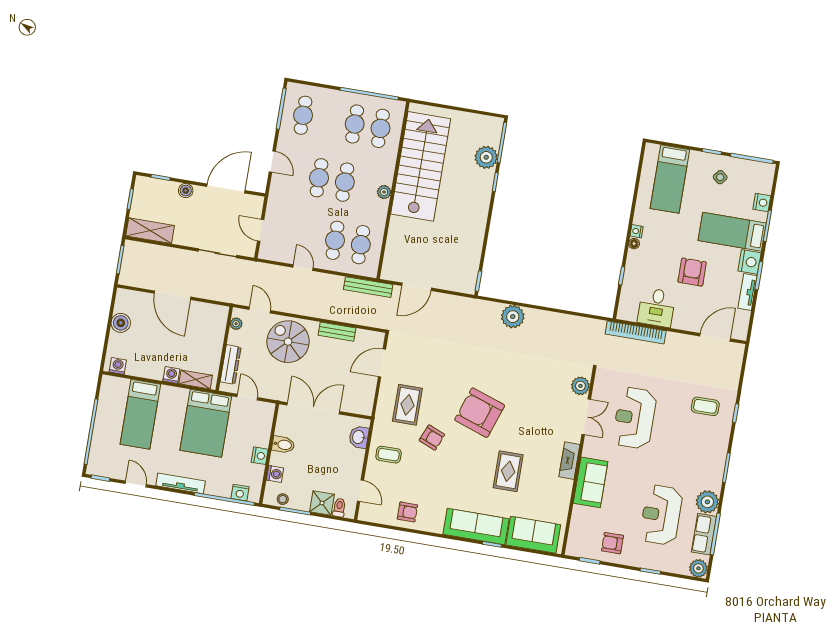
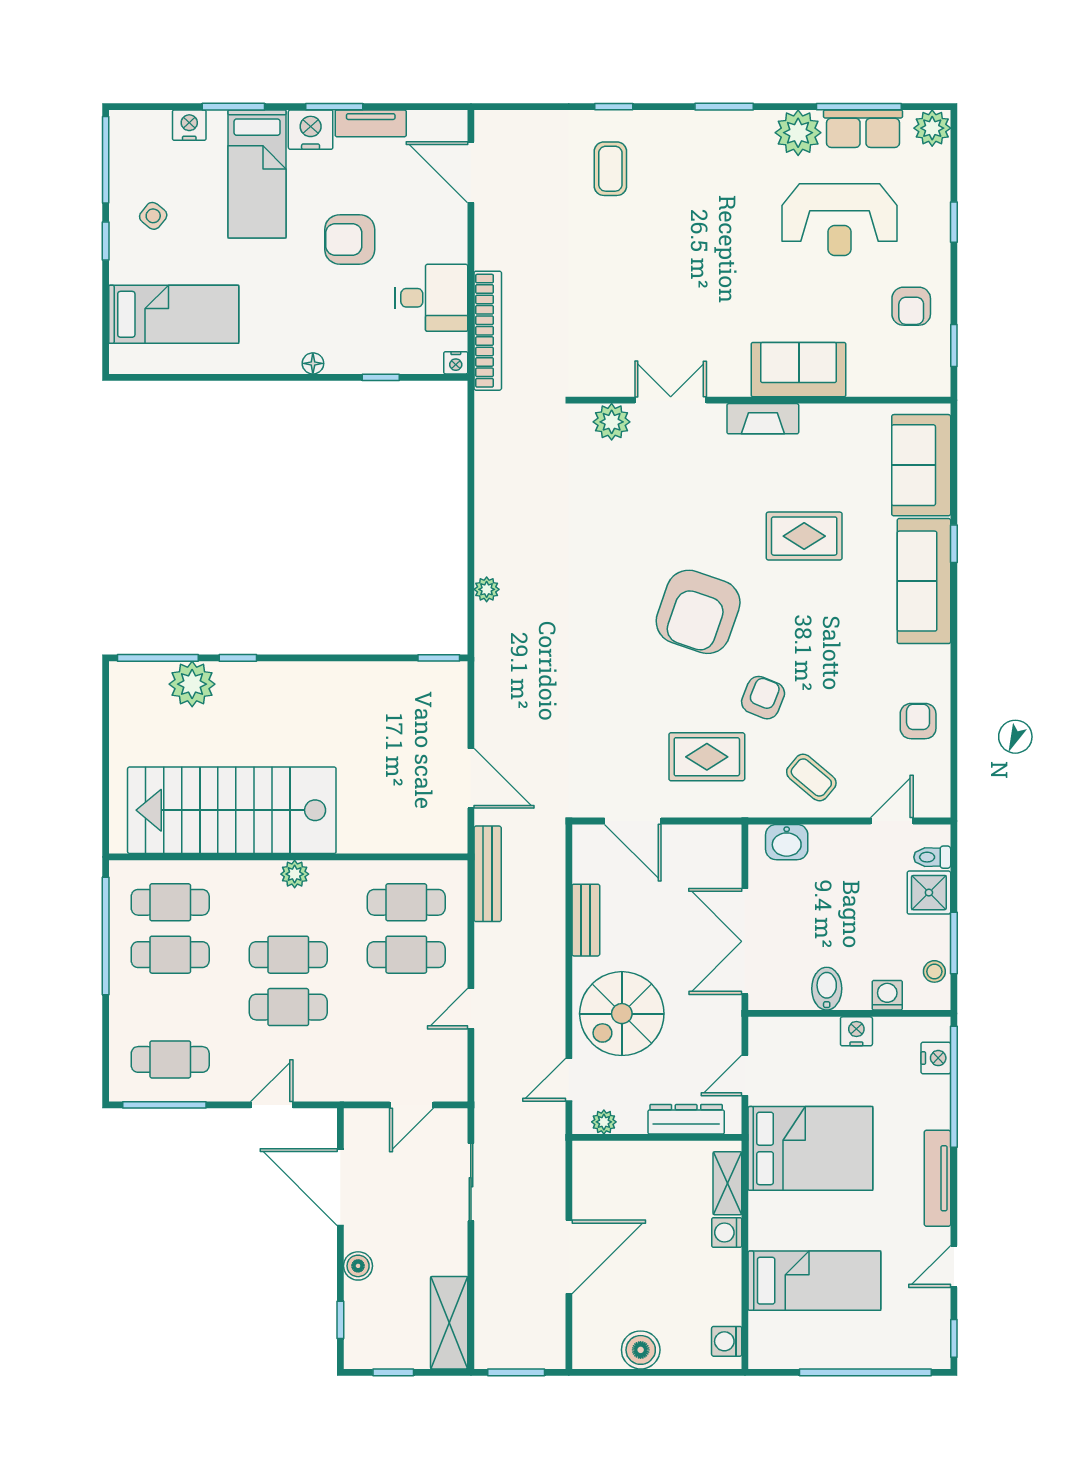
nightstand: (637, 231) -> (456, 363), moved
plant: (513, 317) -> (487, 589), width x0.53, depth x0.53
reception desk: (635, 418) -> (657, 304), removed
coffee table: (389, 455) -> (811, 778), turned -50

